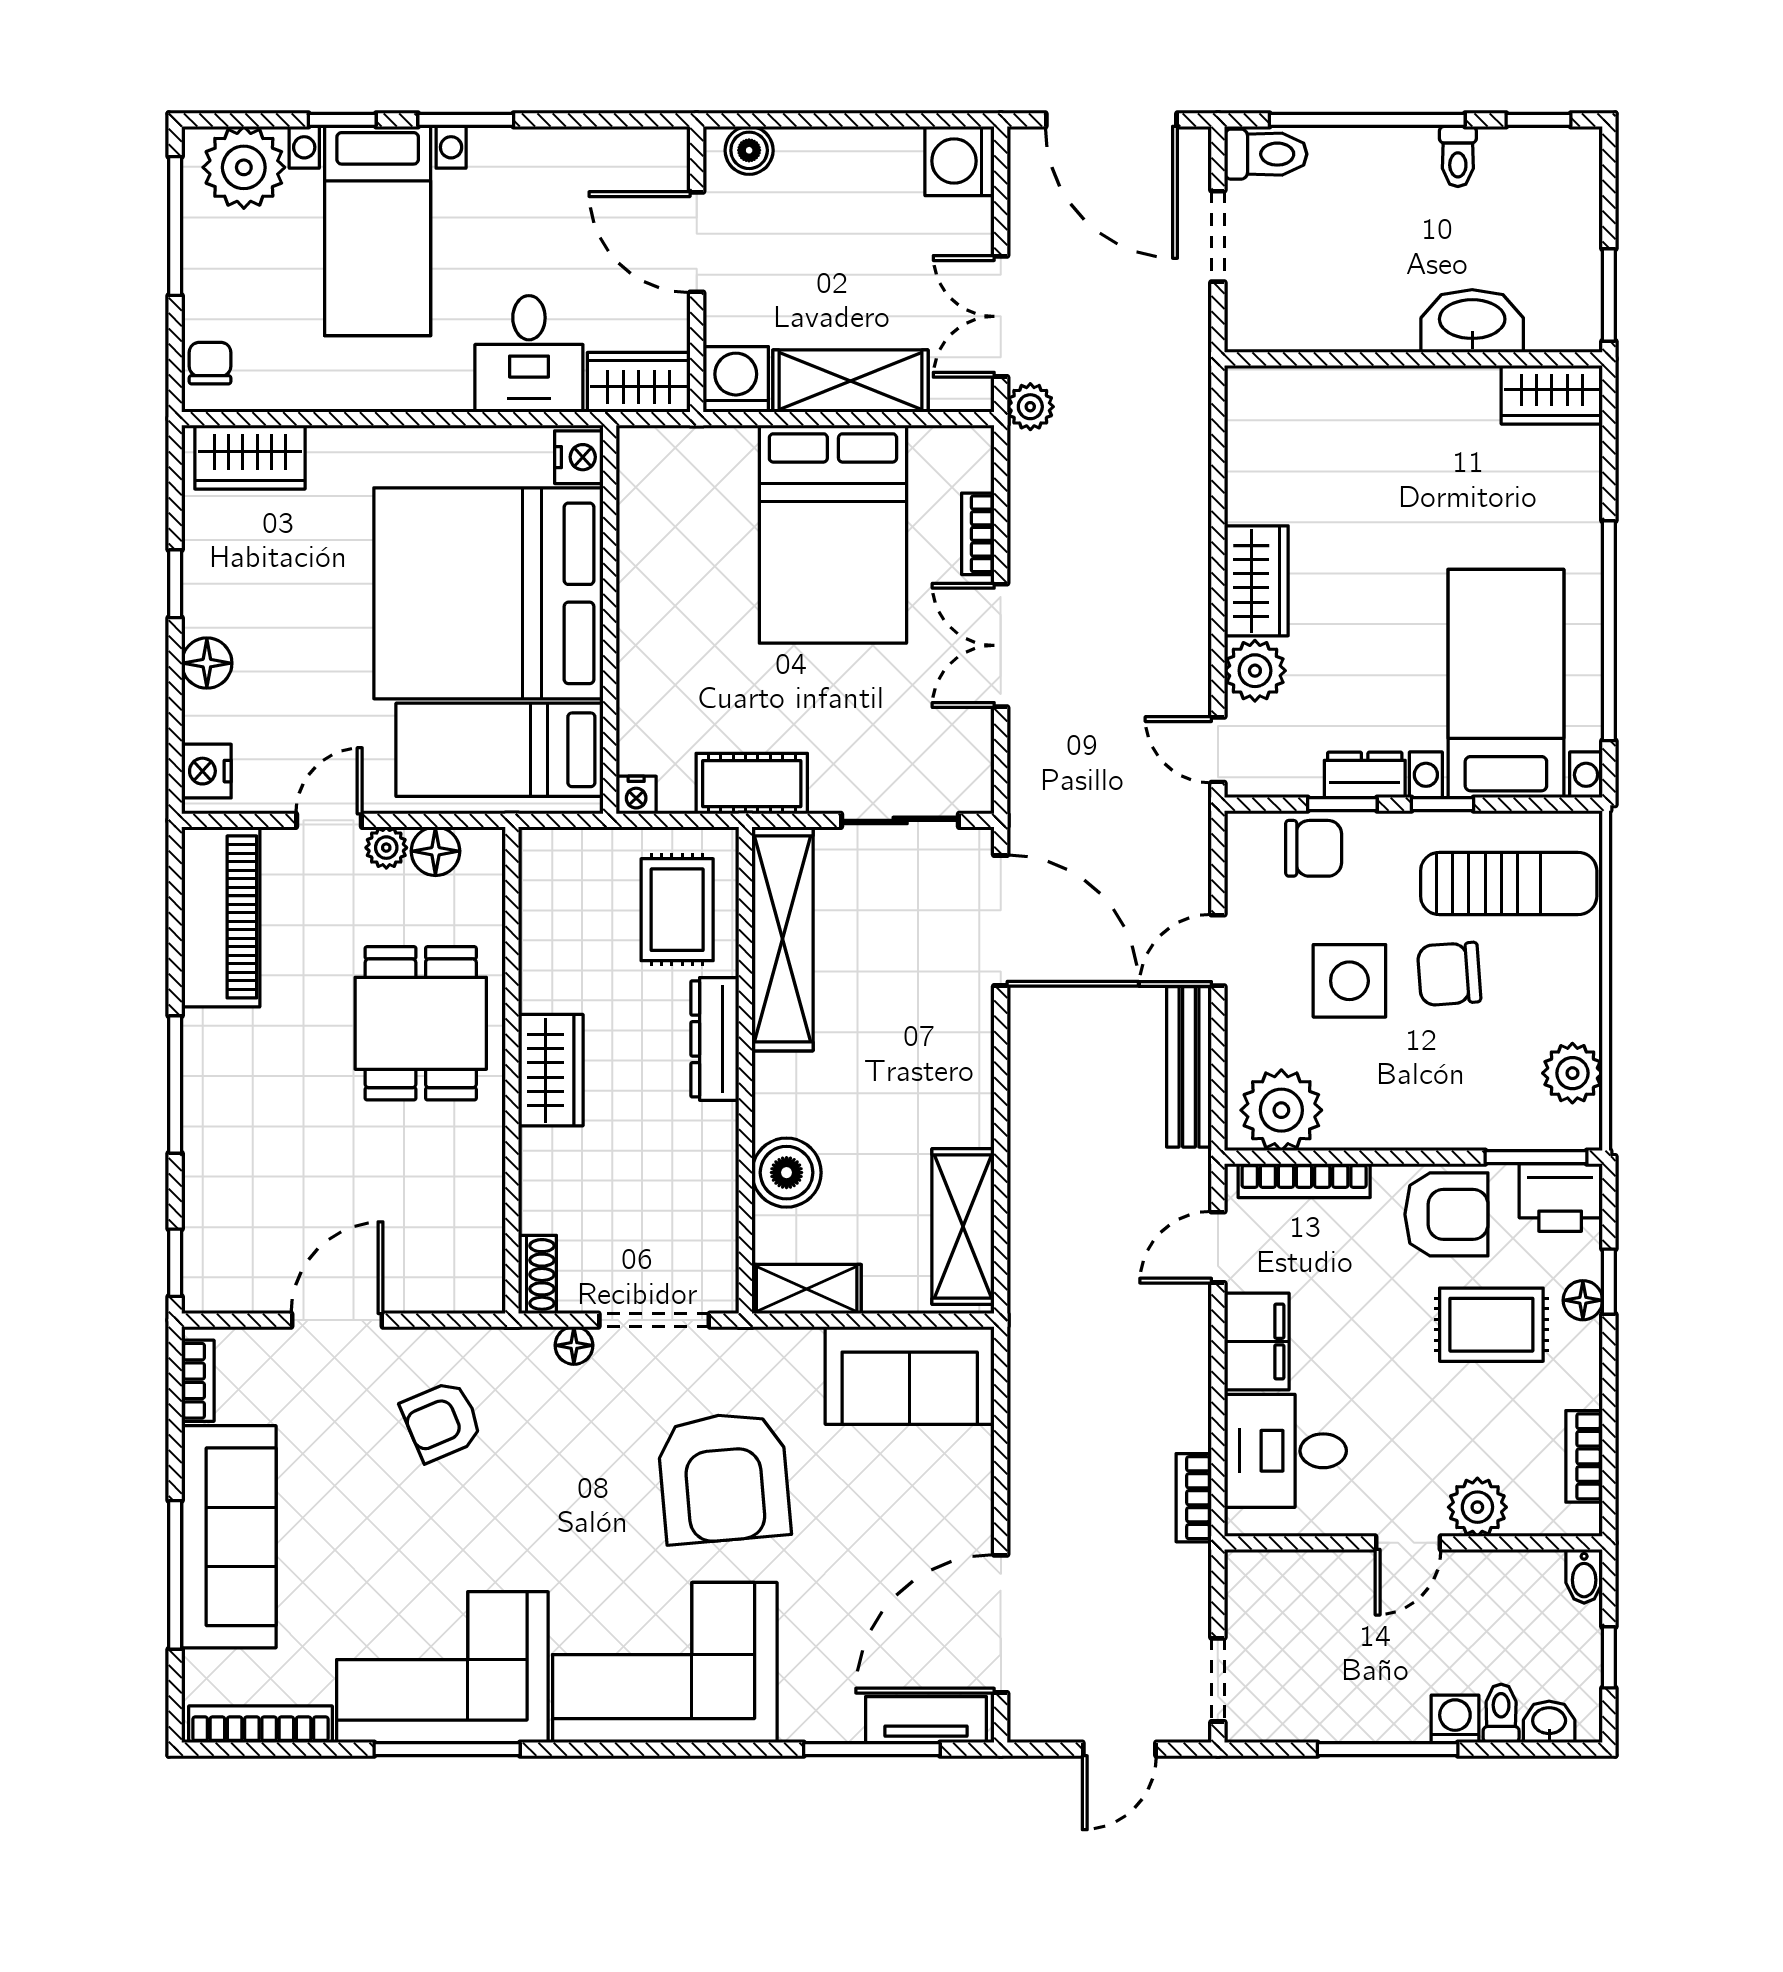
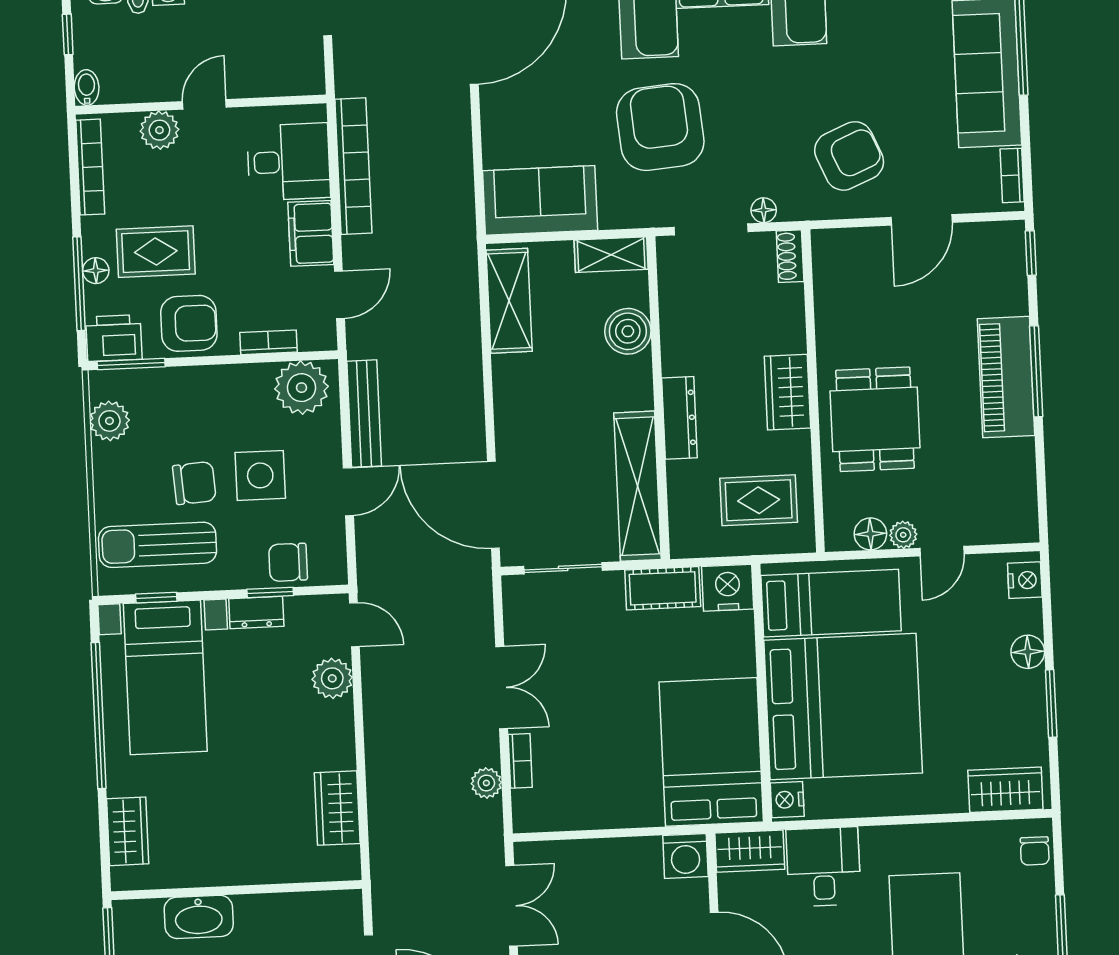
shelving: (850, 381) -> (609, 858), removed
wardrobe: (1552, 395) -> (128, 831), moved, turned 90
plant: (1030, 407) -> (486, 783), moved
bed: (833, 534) -> (711, 752), moved
wardrobe: (1256, 581) -> (337, 808), moved
window: (175, 584) -> (1051, 704), width x1.50
nightstand: (636, 795) -> (728, 588), width x1.89, depth x1.79
window: (1443, 804) -> (156, 598), moved
rug: (677, 910) -> (759, 500), moved, turned 90
piano: (221, 917) -> (1006, 377), moved
bookcase: (1304, 1181) -> (269, 342), width x0.64
armchair: (1446, 1214) -> (189, 323), turned 180
window: (1609, 1282) -> (79, 284), width x2.17
armchair: (442, 1421) -> (849, 156), width x1.38, depth x1.38
bookcase: (1584, 1456) -> (90, 167), width x1.56
bookcase: (1194, 1498) -> (353, 166), width x2.31, depth x1.31

